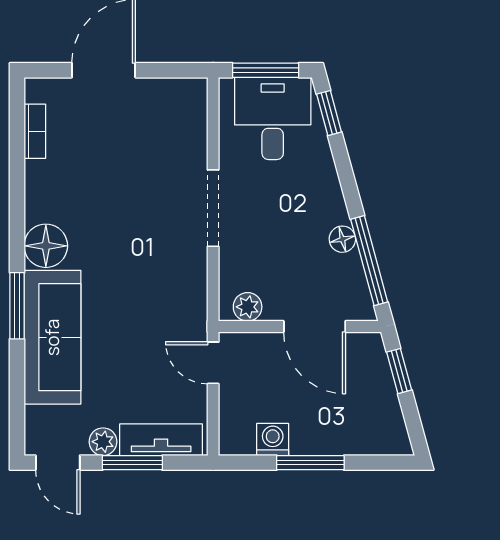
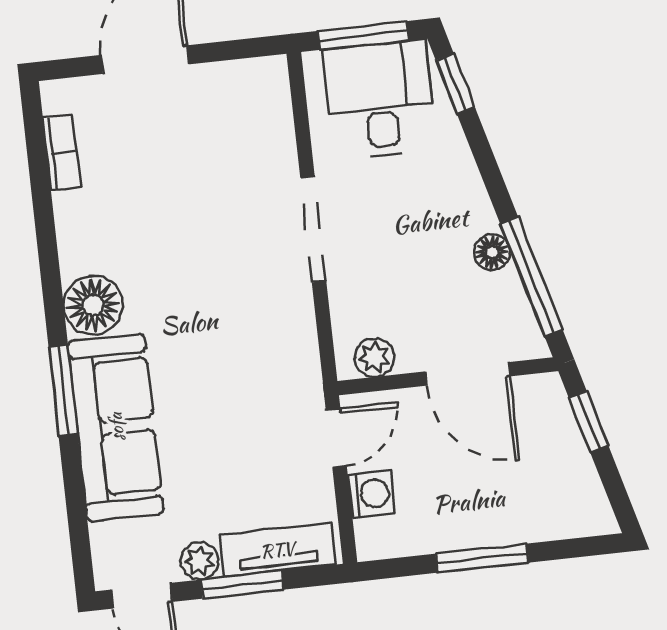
door: (213, 363) -> (336, 438), swing flipped
washing machine: (273, 440) -> (372, 494), moved, turned 90

